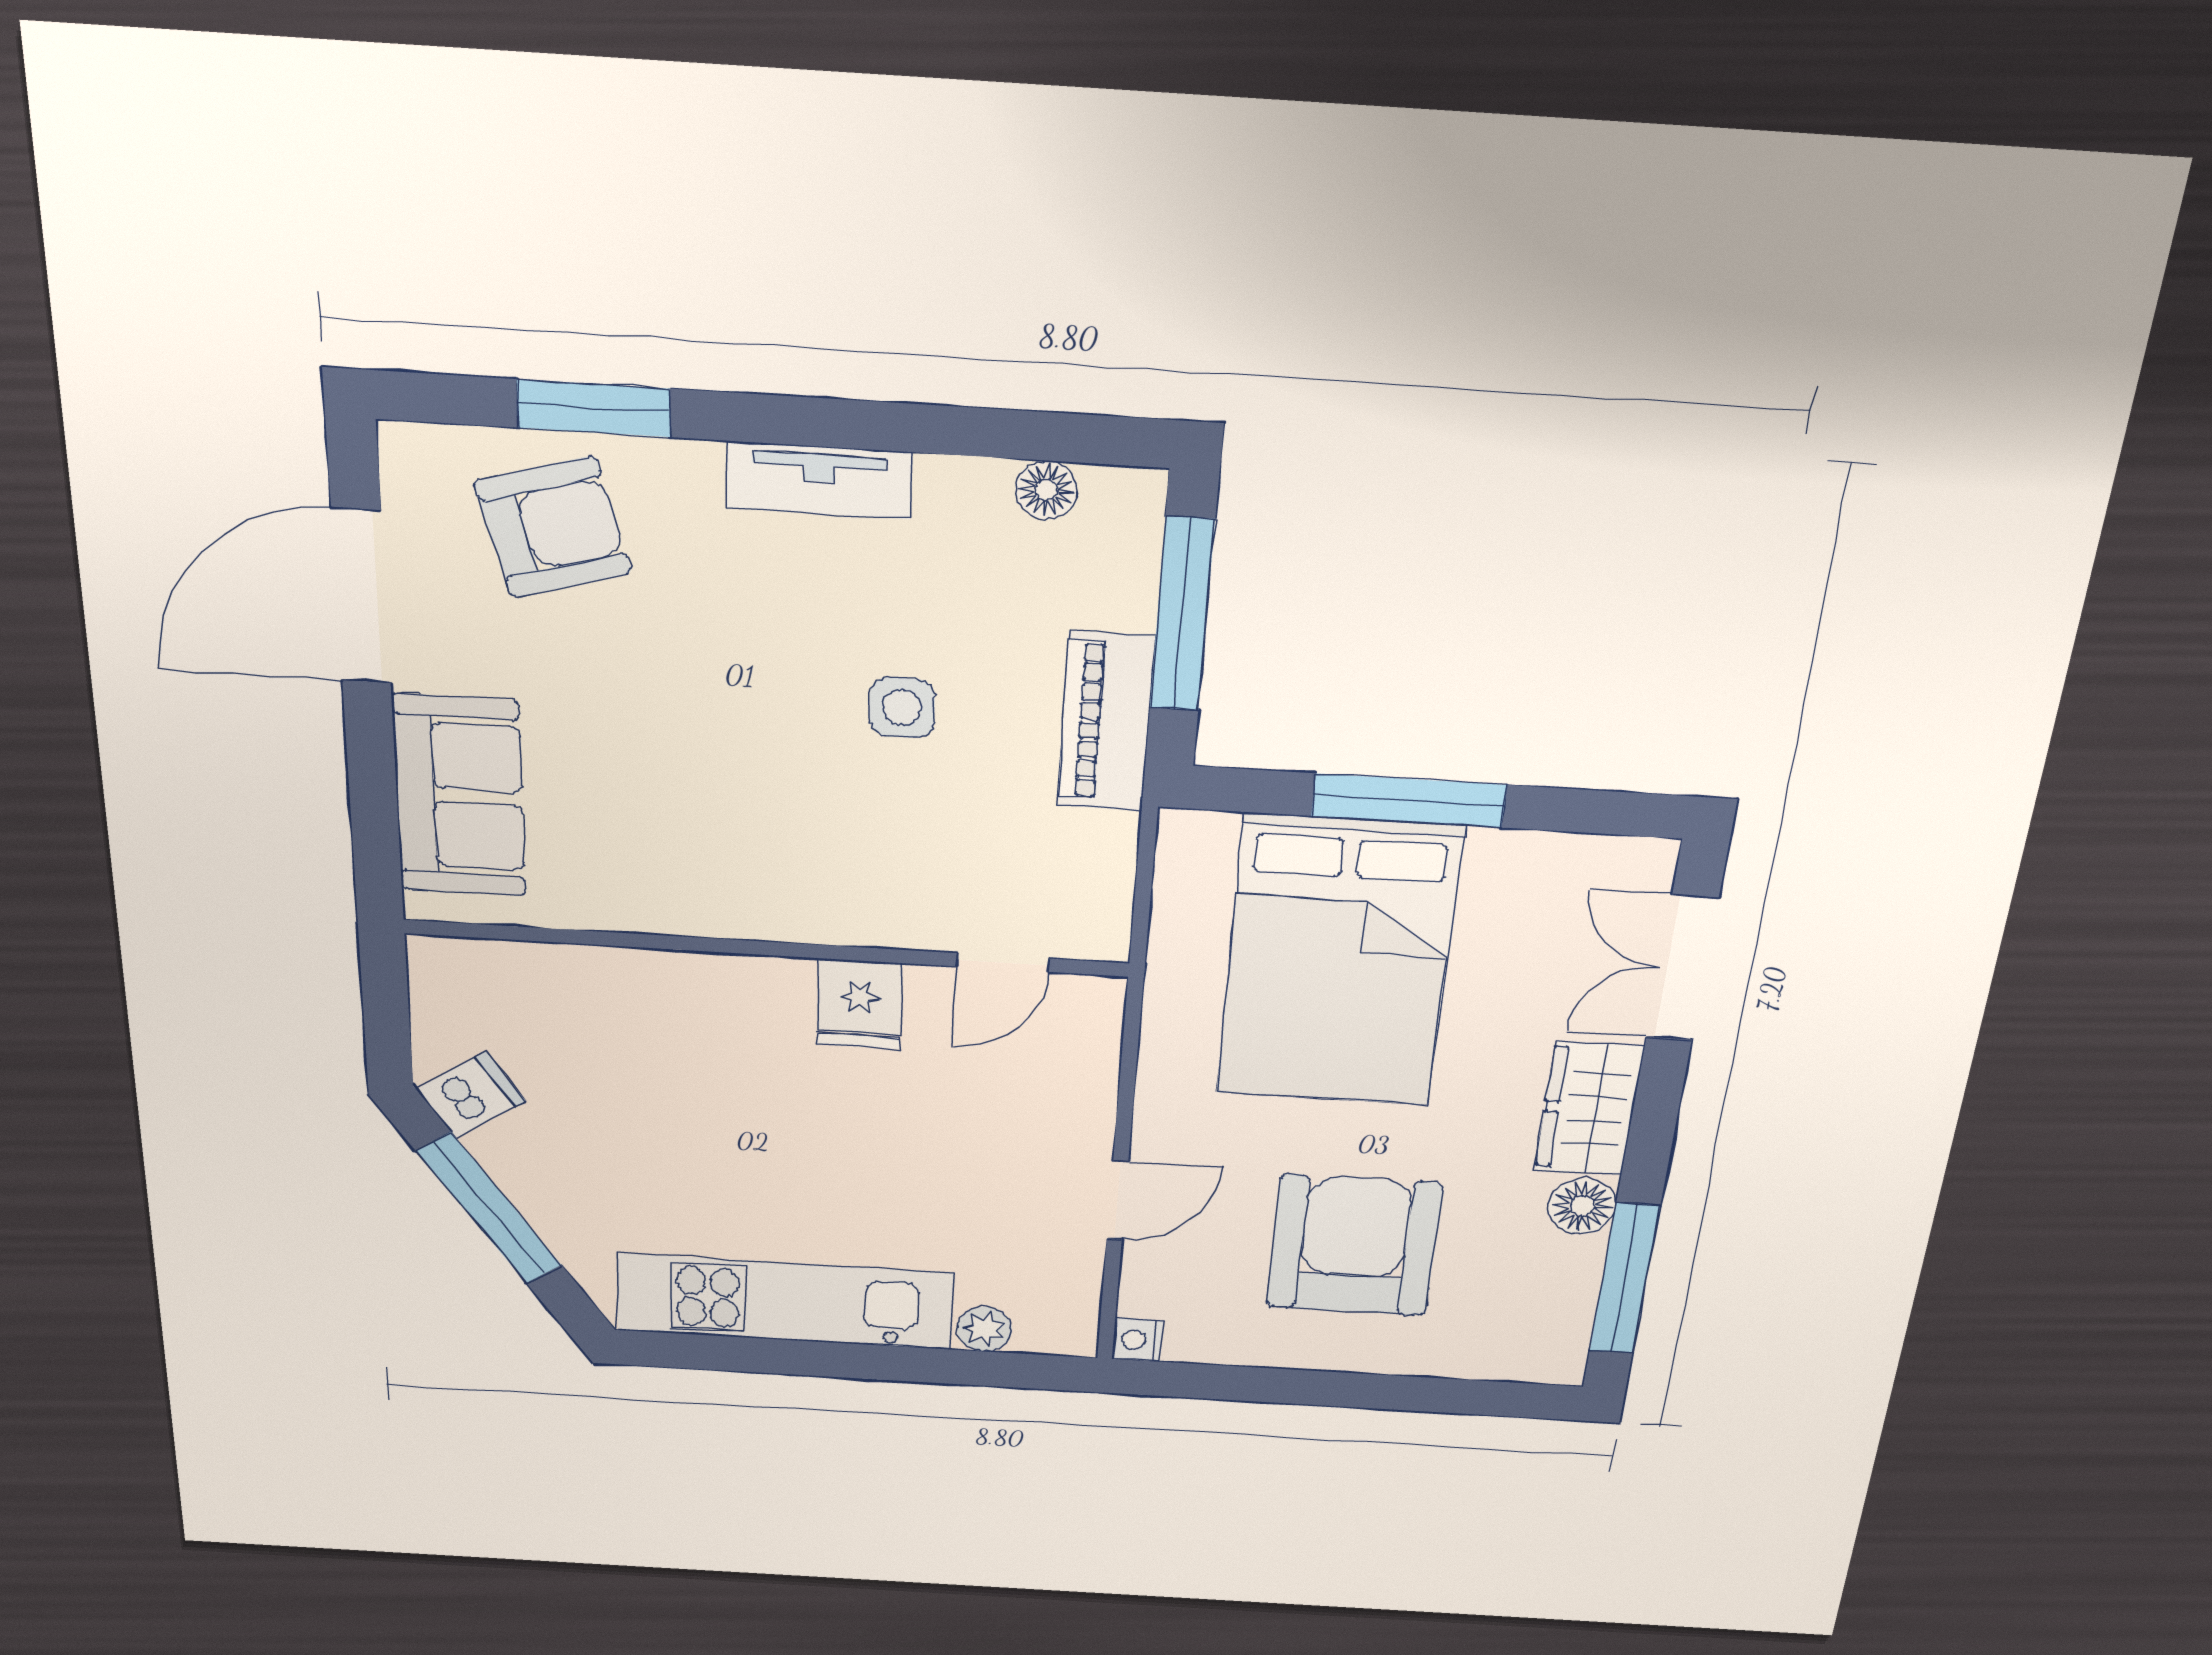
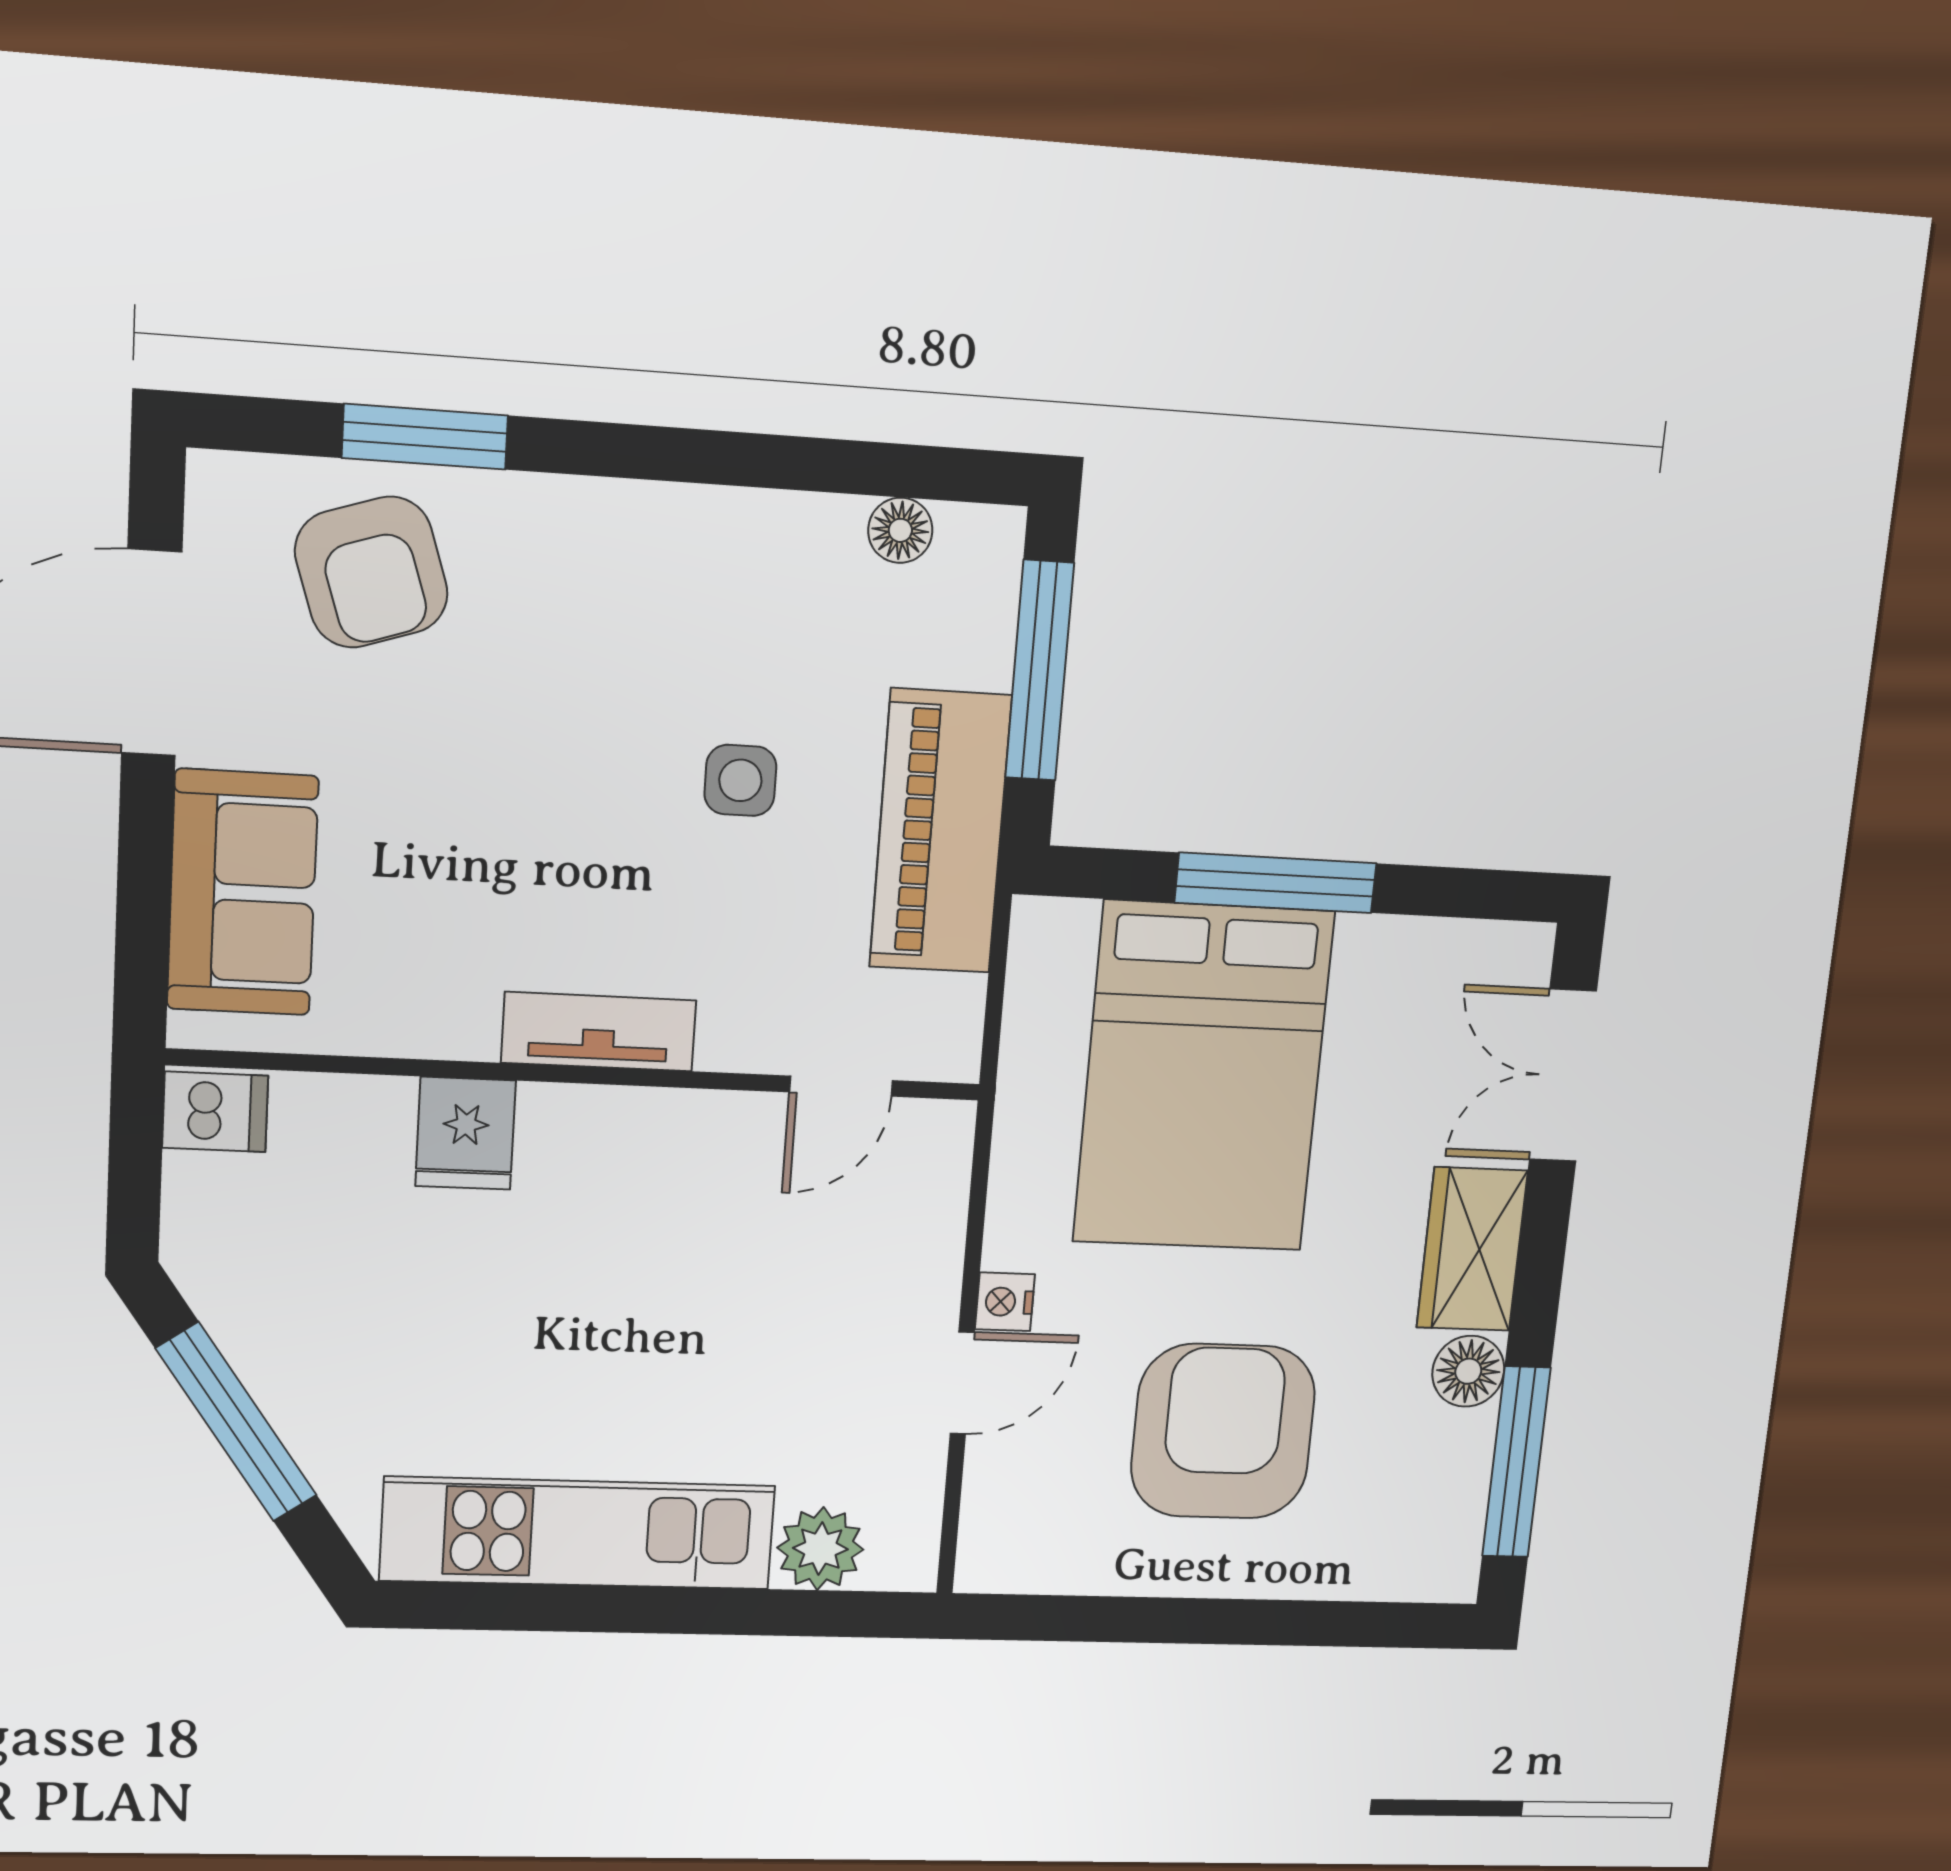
tv unit: (819, 480) -> (599, 1032), moved, turned 180
armchair: (553, 527) -> (371, 572), turned 88
piano: (1106, 722) -> (940, 831), width x1.37, depth x1.33
fridge: (859, 1004) -> (466, 1133), moved
dishwasher: (471, 1095) -> (215, 1112), moved, turned 35
plant: (984, 1329) -> (820, 1549), width x1.38, depth x1.38
nightstand: (1137, 1340) -> (1005, 1302), moved

